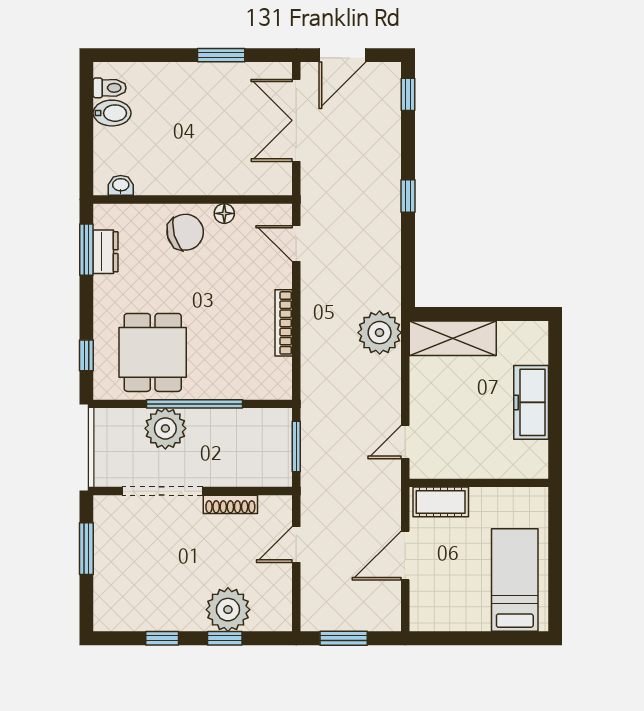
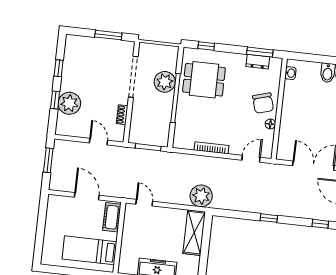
shoe rack: (230, 504) -> (122, 115), width x0.70
bed: (515, 580) -> (89, 250), moved, turned 180

